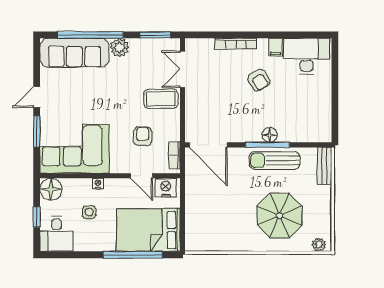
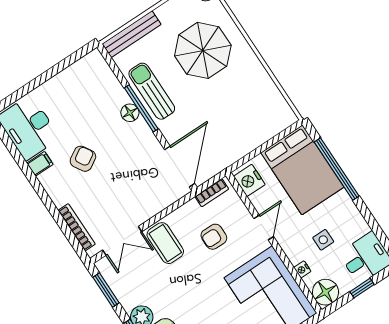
bookcase: (236, 43) -> (77, 227), moved
sun lounger: (275, 160) -> (152, 91), turned 180
bench: (324, 166) -> (132, 34), width x1.36
door: (141, 176) -> (264, 227), moved
nightstand: (98, 183) -> (302, 269), moved

